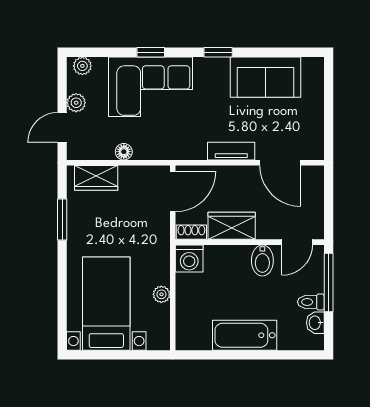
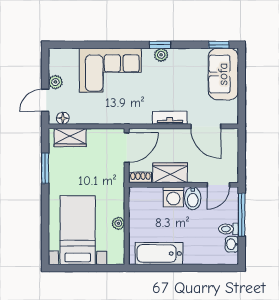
window: (151, 52) -> (219, 45), moved
plant: (82, 66) -> (161, 55), moved
sofa: (265, 77) -> (223, 74), moved, turned 90
floor lamp: (124, 152) -> (63, 118), moved
washing machine: (189, 258) -> (173, 197), moved
bathtub: (245, 335) -> (159, 254), moved

